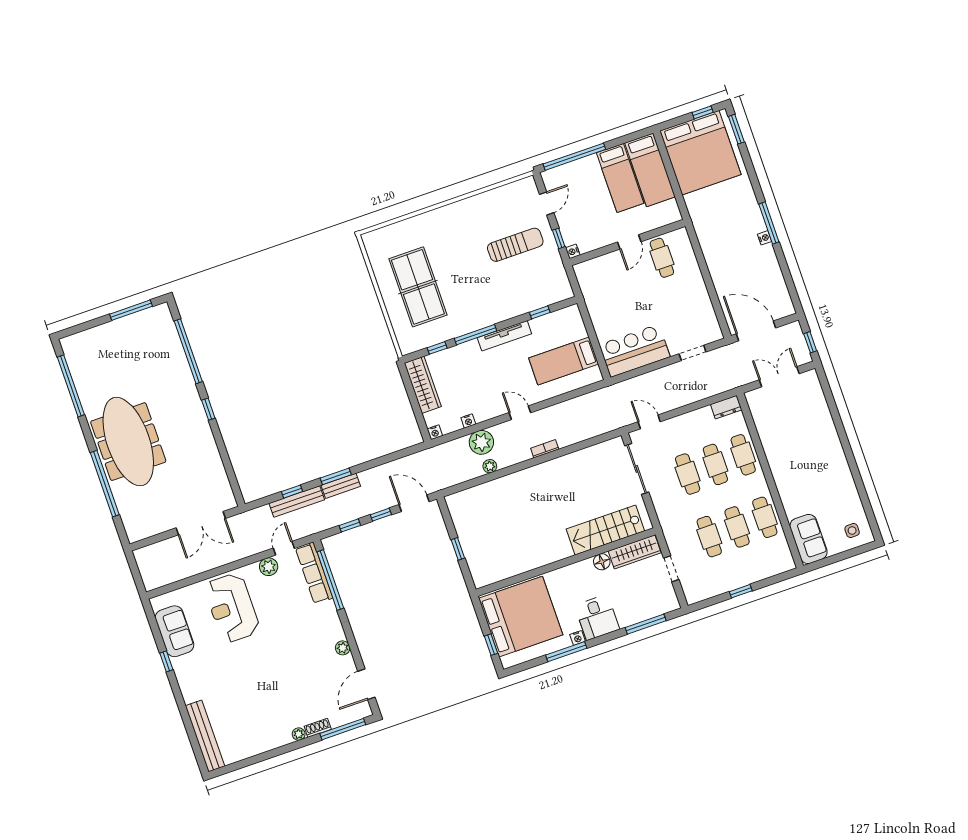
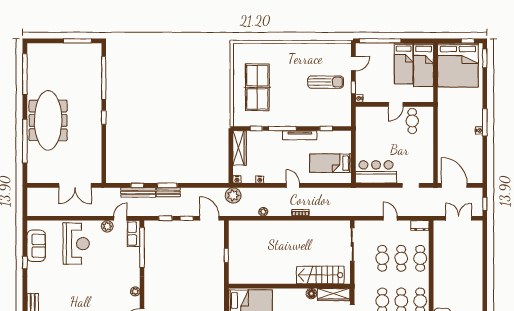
door: (649, 422) -> (390, 218), moved
plant: (481, 442) -> (233, 195), moved
row of seats: (314, 573) -> (134, 234), width x0.68
reception desk: (232, 608) -> (76, 244), turned 180

